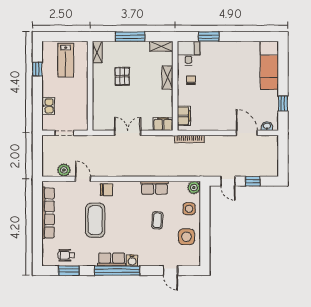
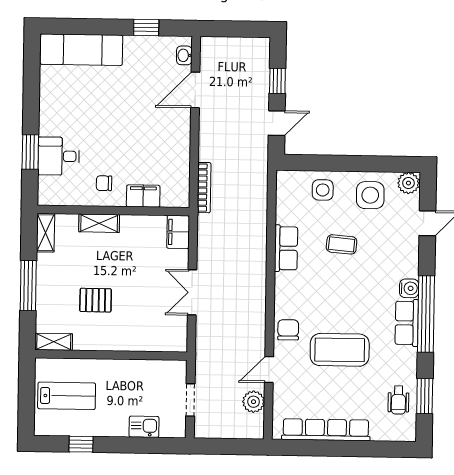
desk: (189, 53) -> (59, 156), moved
filing cabinet: (184, 116) -> (143, 196), moved
plant: (194, 188) -> (408, 183), moved

